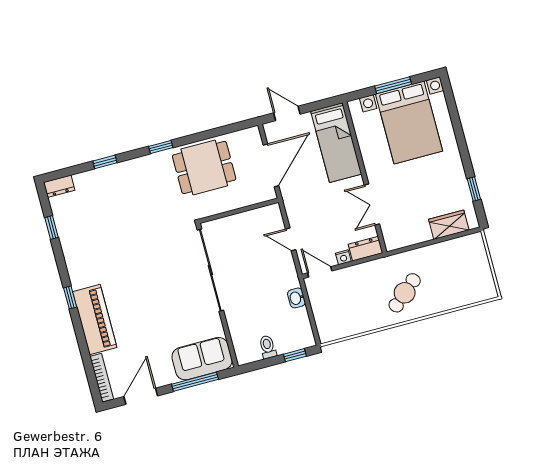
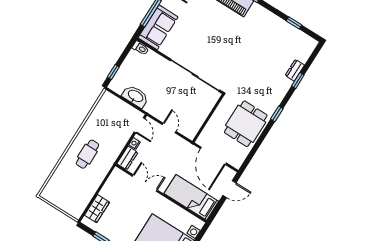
dresser: (59, 186) -> (295, 70), moved
door: (291, 239) -> (169, 128), hinge flipped
door: (320, 272) -> (140, 125), hinge flipped
cafe table: (405, 293) -> (87, 154), turned 41
washbasin: (296, 298) -> (135, 96), width x1.91, depth x1.45
toilet: (268, 347) -> (140, 48), moved

